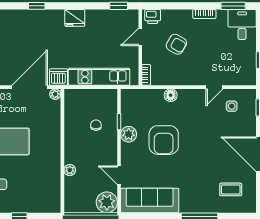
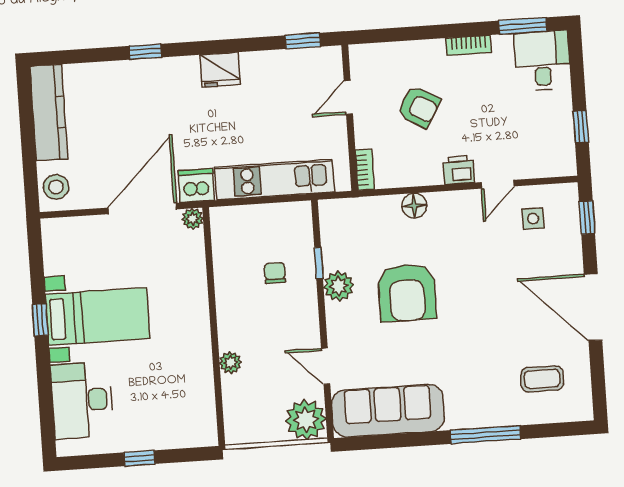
printer: (153, 17) -> (459, 170), moved, turned 180

